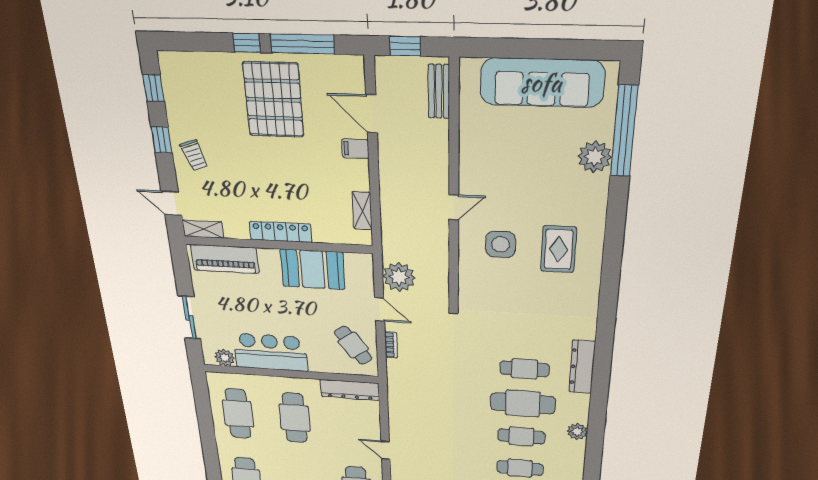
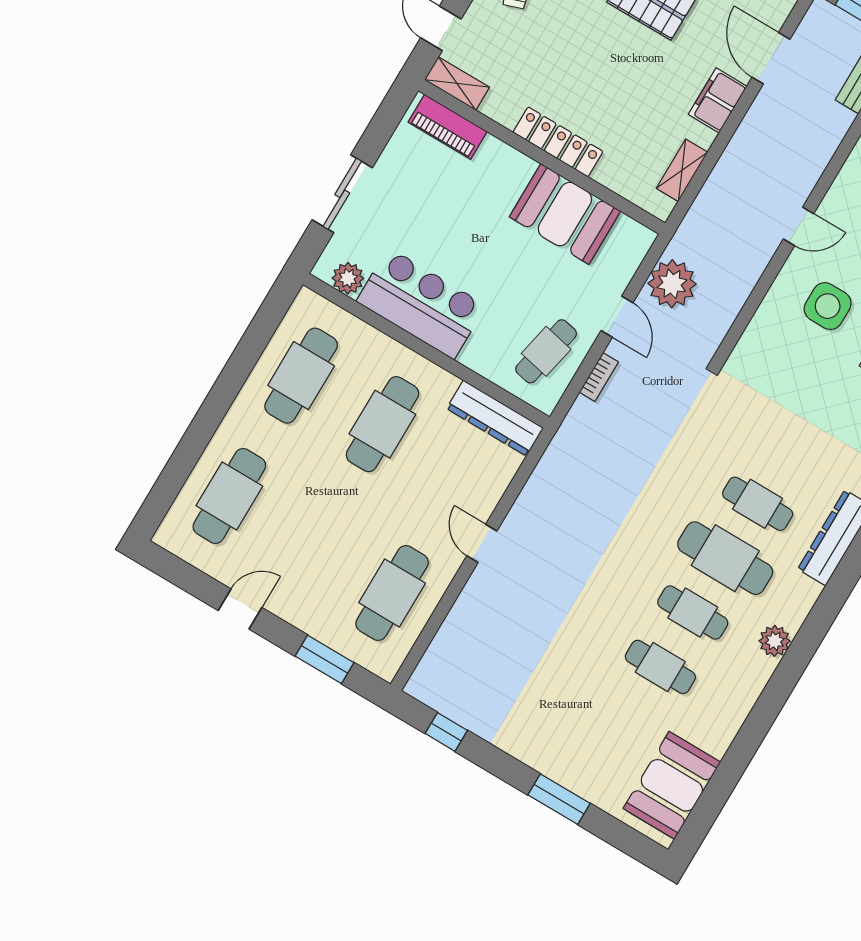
filing cabinet: (355, 149) -> (718, 100), width x2.00
piano: (225, 259) -> (448, 127), width x0.73, depth x0.75
cafe table: (353, 345) -> (546, 351), turned 47

